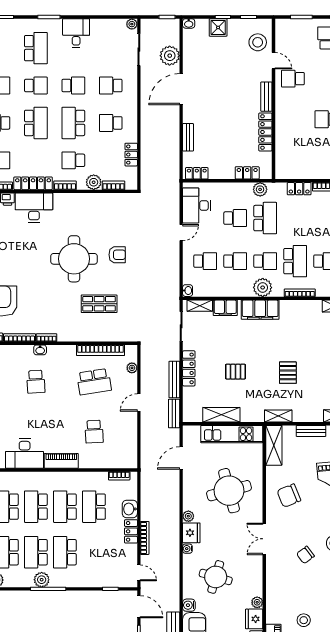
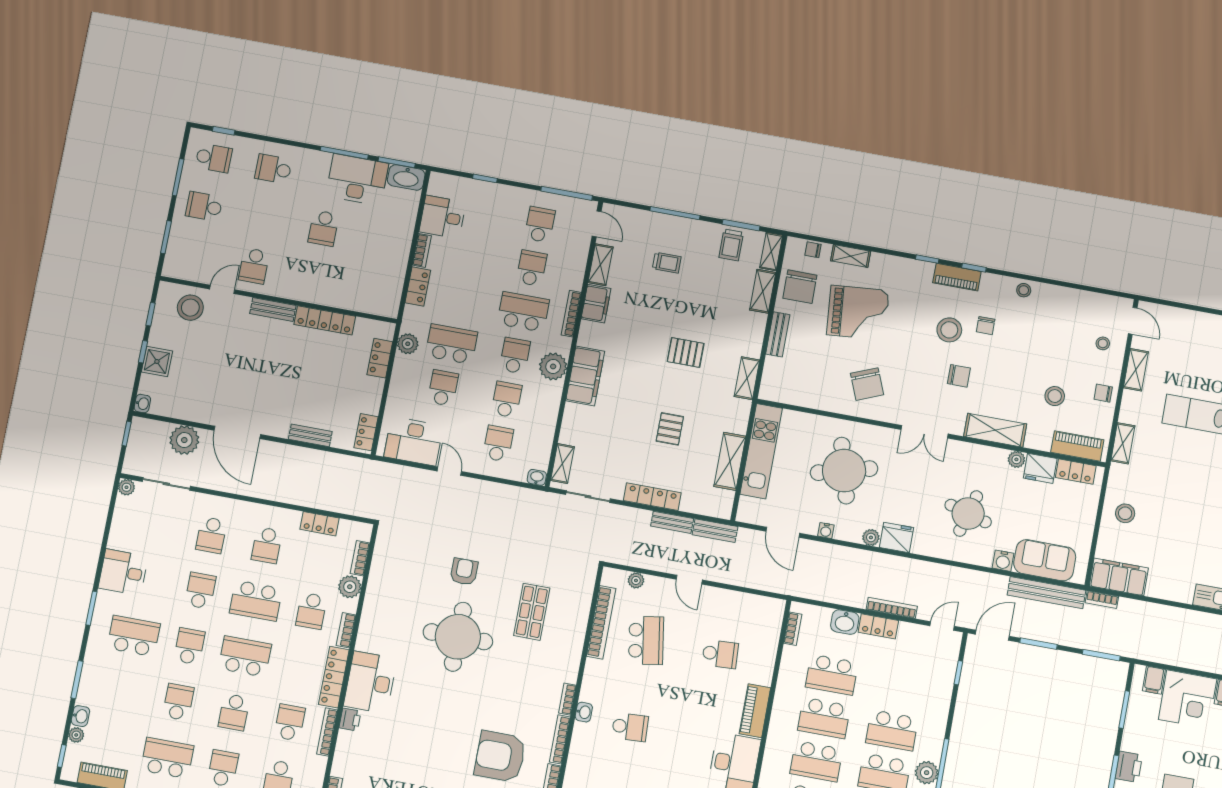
filing cabinet: (225, 308) -> (596, 304), moved
bench: (174, 380) -> (672, 522), width x0.73
shelving: (274, 445) -> (995, 430), moved
water cooler: (187, 549) -> (826, 531), moved
chair: (305, 555) -> (959, 376), turned -53

